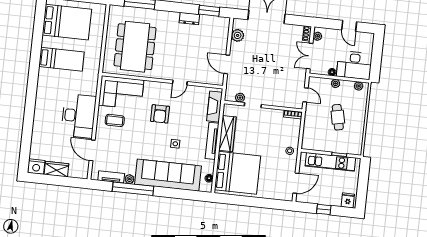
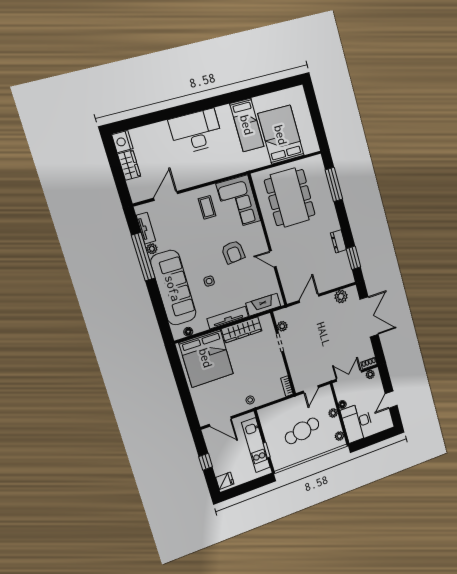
bed: (67, 22) -> (281, 135), moved, turned 180
dining table: (135, 47) -> (290, 198), turned 90
armchair: (160, 114) -> (233, 252), turned -95
desk: (79, 116) -> (196, 132), moved, turned 180
cafe table: (338, 117) -> (302, 431), width x1.37, depth x1.35

